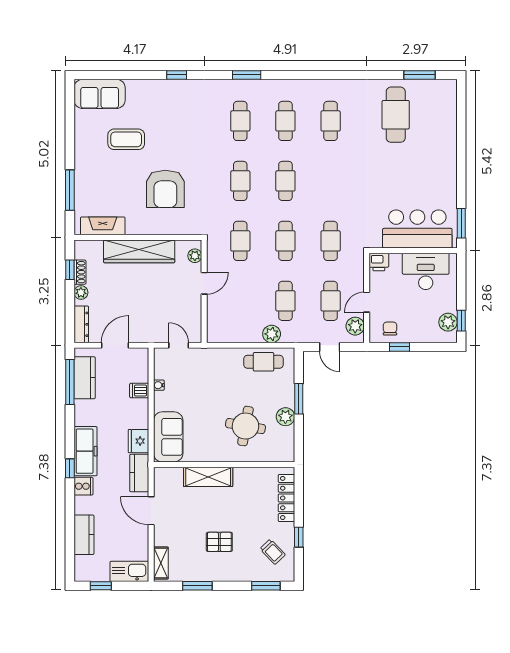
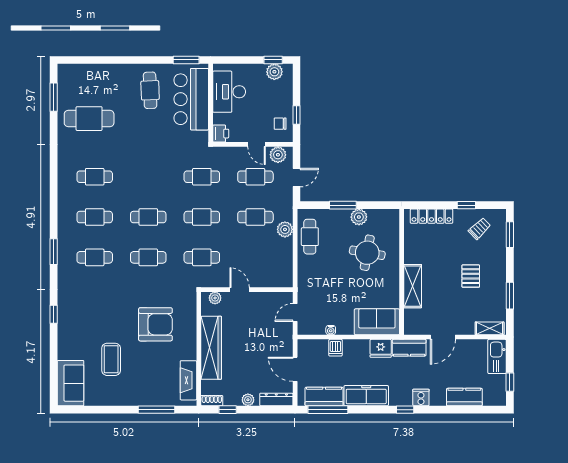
cafe table: (427, 183) -> (150, 90), added
shoe rack: (80, 272) -> (212, 401), moved
freezer: (85, 451) -> (366, 396), moved

